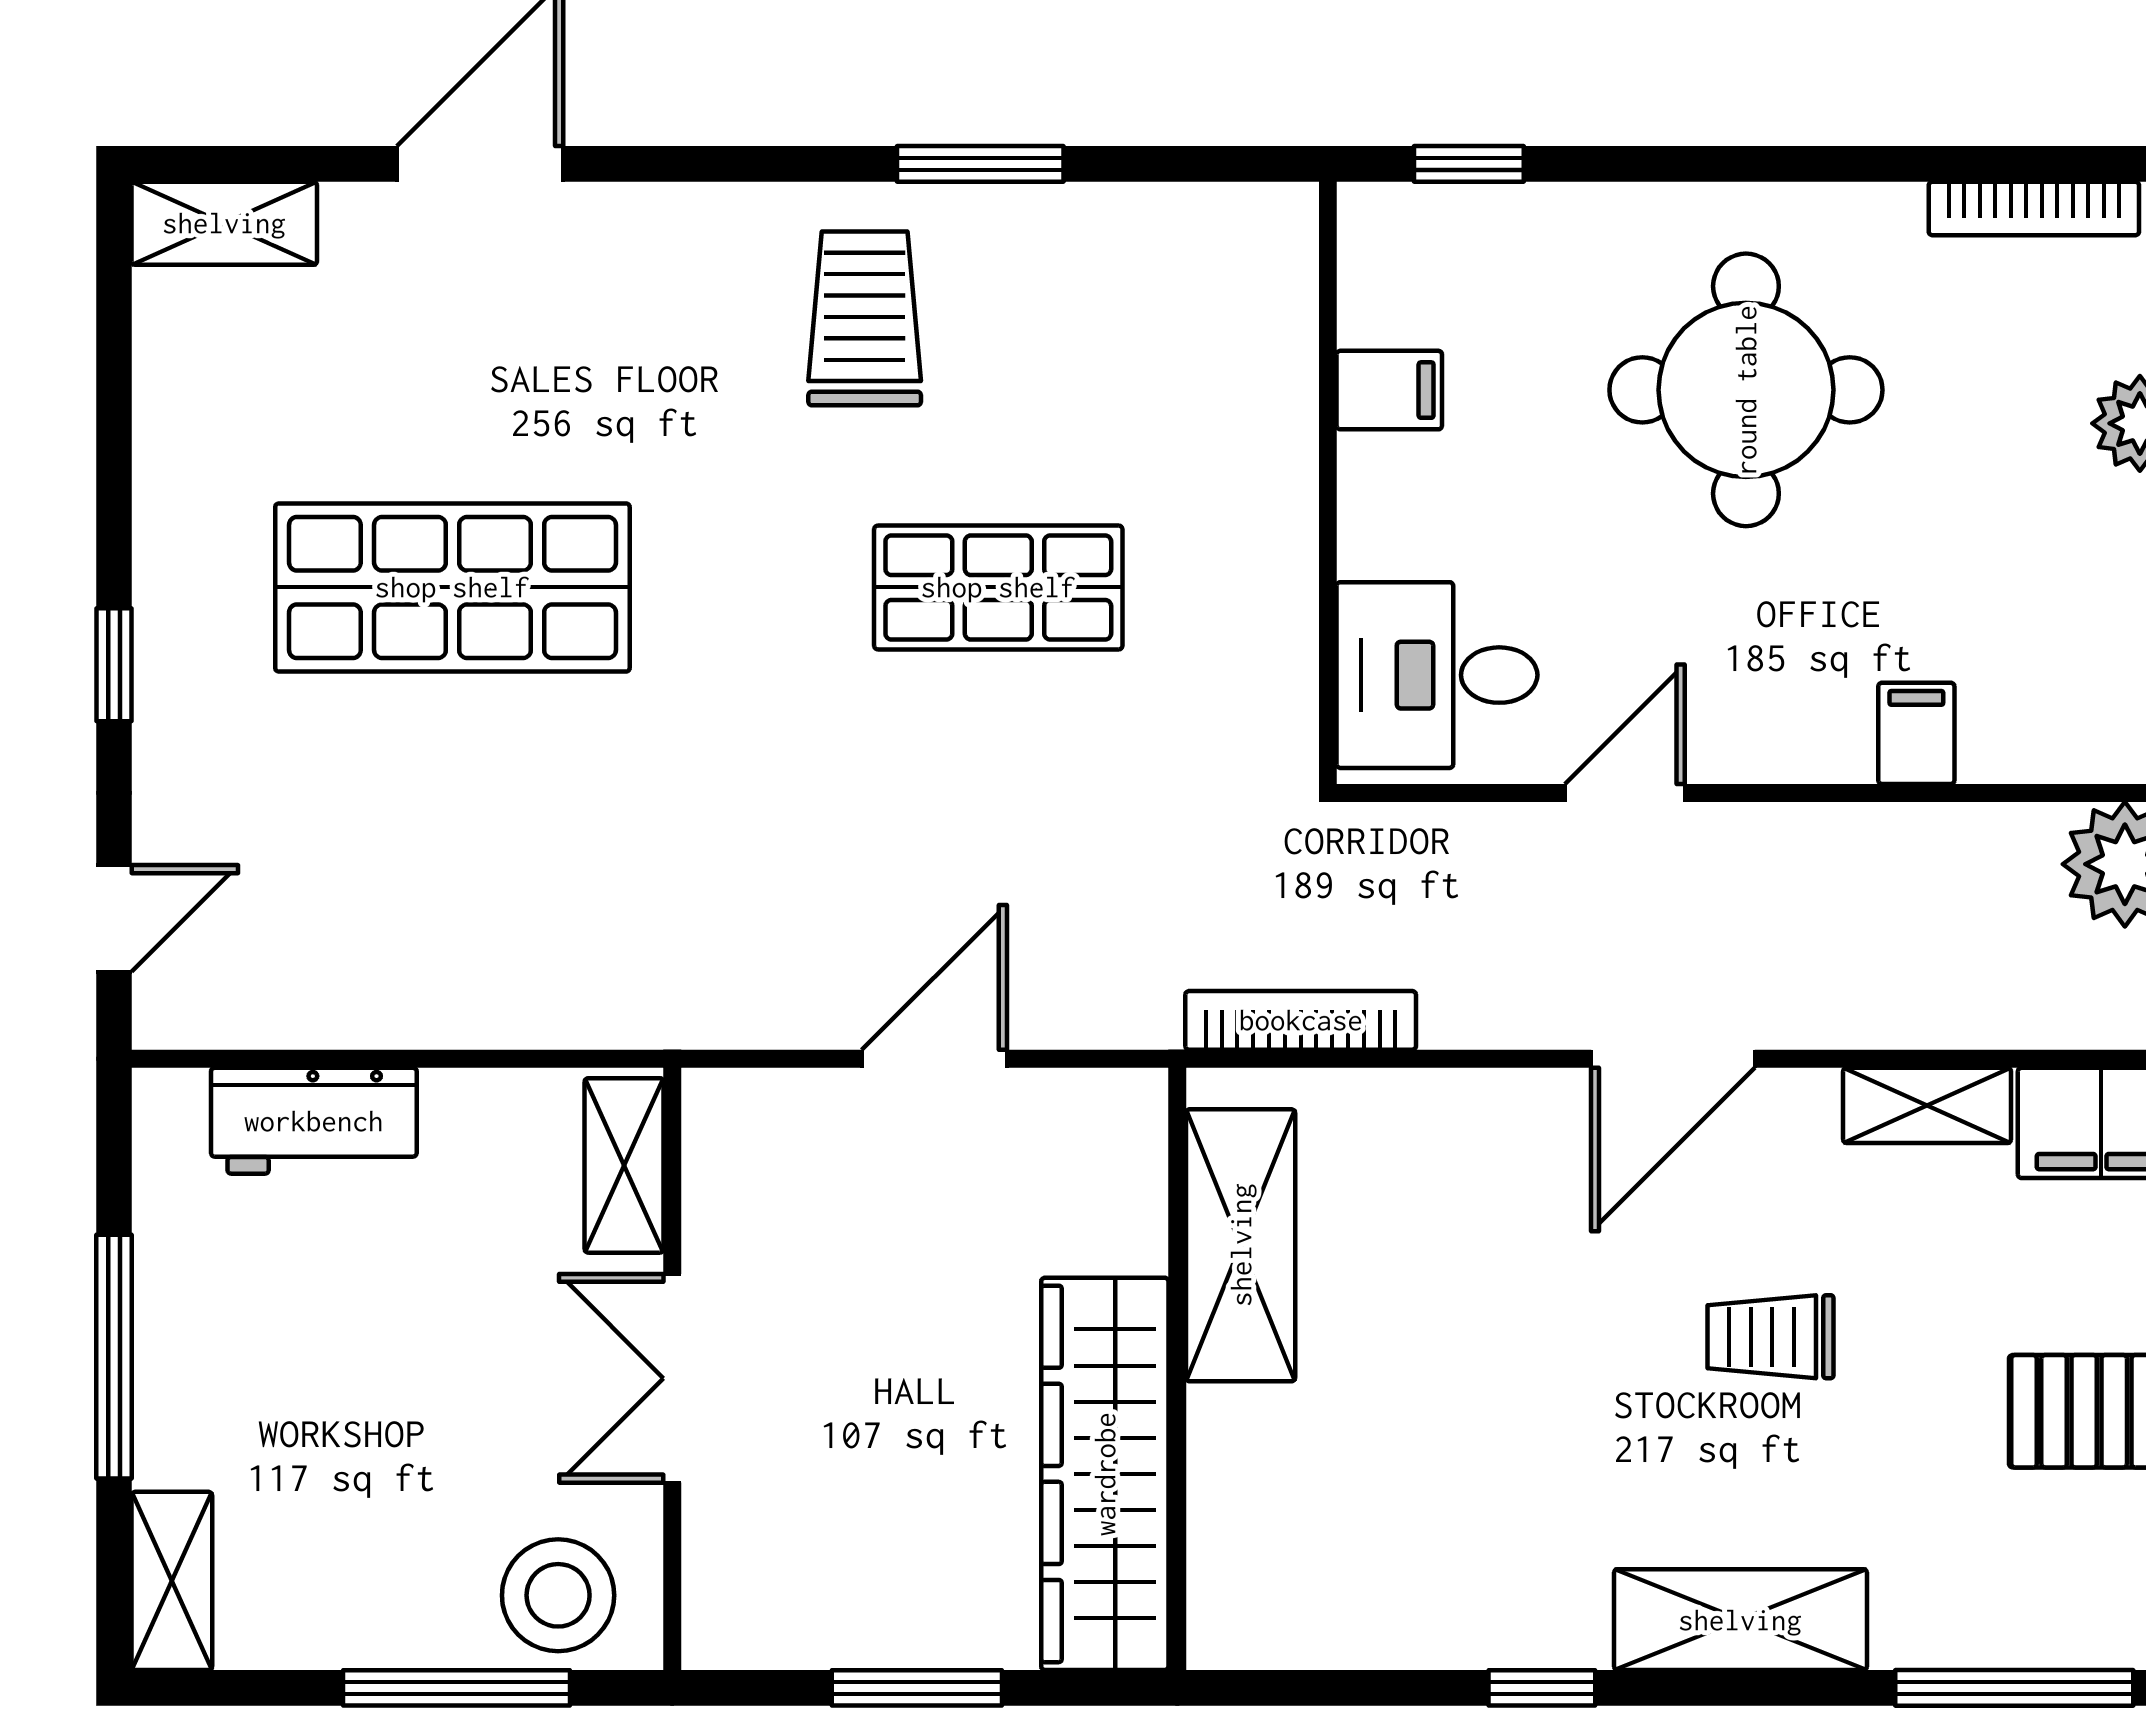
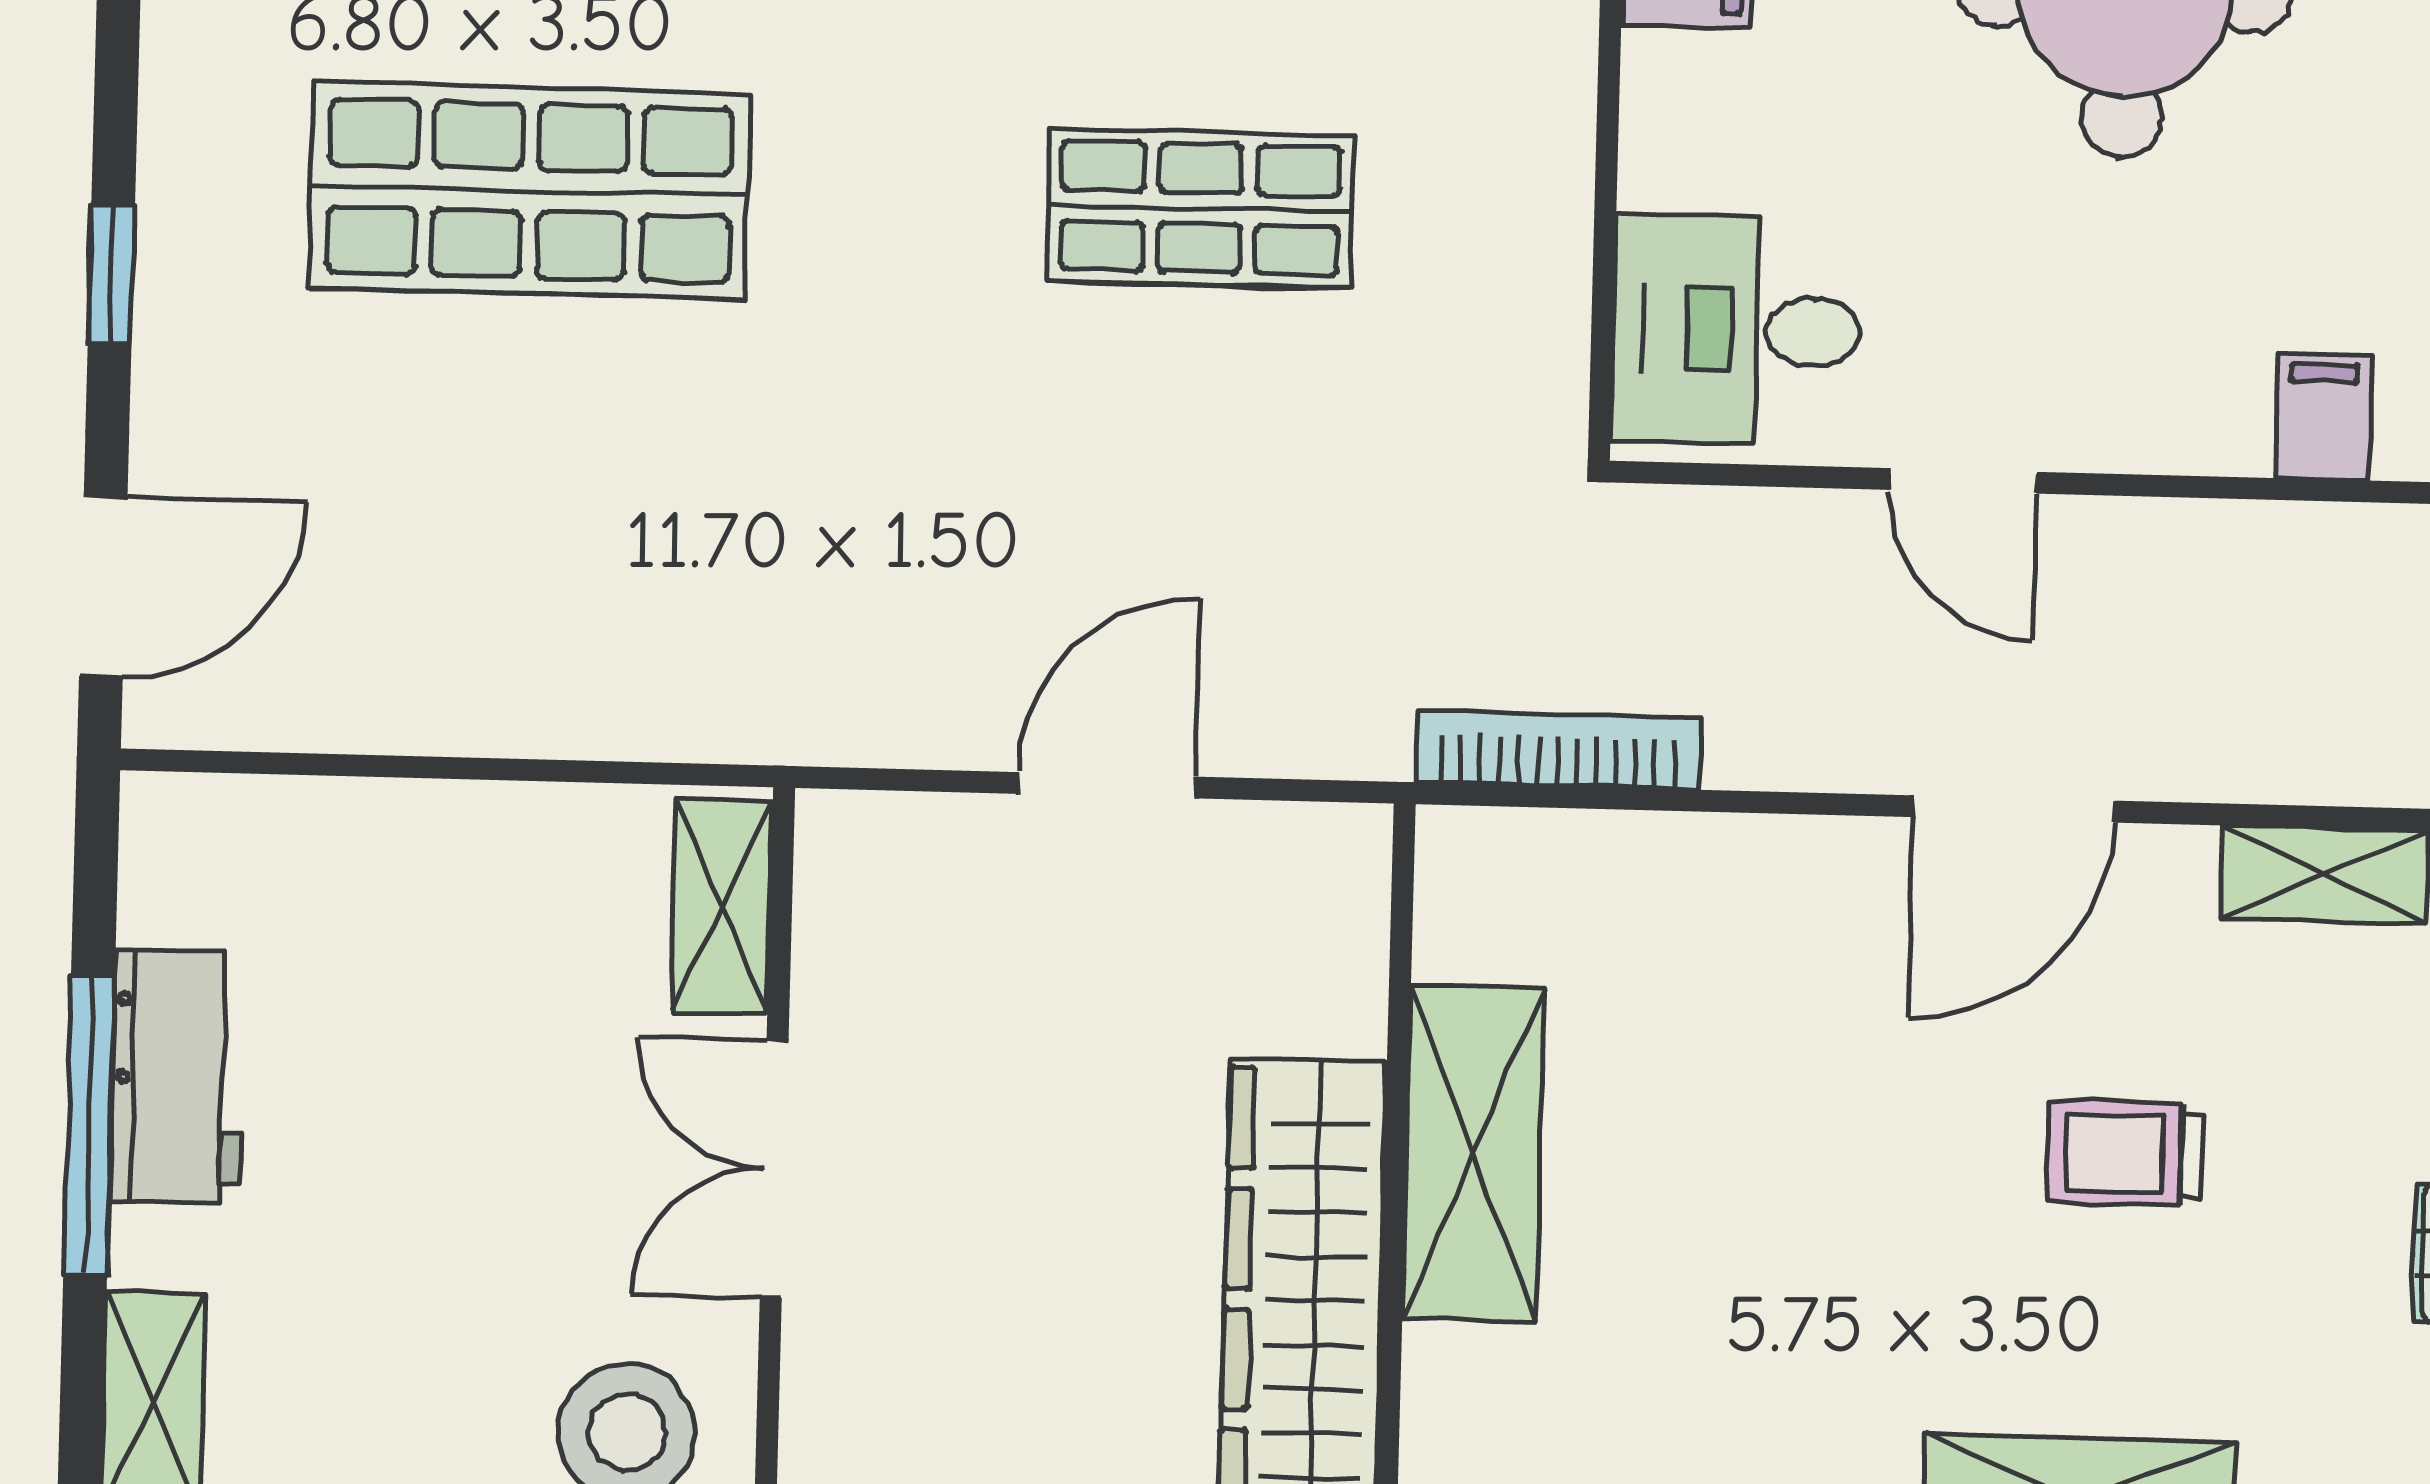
door: (1625, 793) -> (1963, 481), swing flipped
door: (114, 918) -> (103, 586), width x1.38
workbench: (314, 1121) -> (177, 1077), moved, turned -90
shelving: (1241, 1245) -> (1473, 1153), moved

